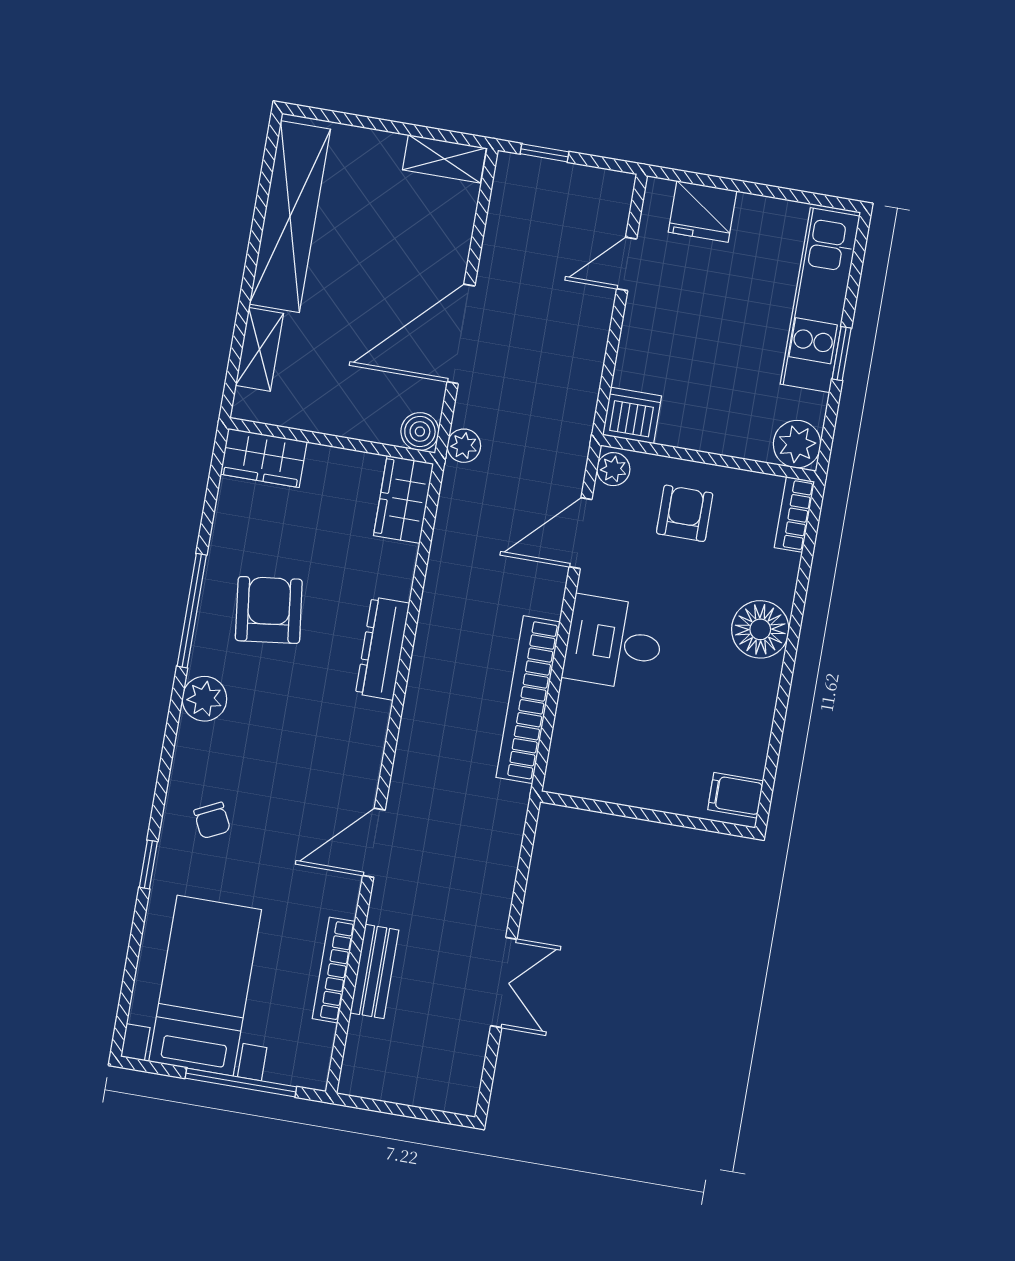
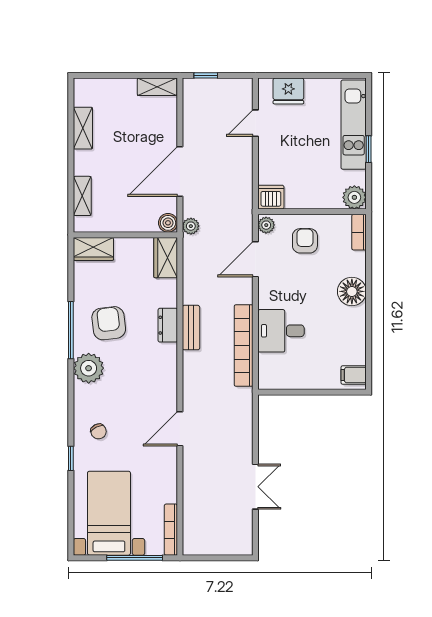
shelving: (290, 217) -> (83, 128), width x0.45, depth x0.75
desk: (614, 643) -> (281, 331), moved
dresser: (382, 649) -> (168, 325), width x0.70
plant: (204, 699) -> (89, 368), width x1.36, depth x1.36
bookcase: (334, 970) -> (171, 530), moved
bench: (374, 971) -> (191, 328), moved

